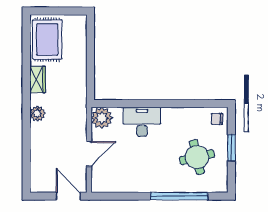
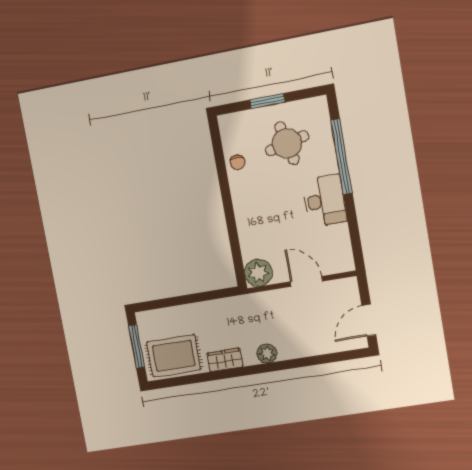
window: (59, 11) -> (137, 346), added
chair: (217, 119) -> (238, 162), moved
desk: (142, 122) -> (325, 201), moved, turned 180
door: (68, 196) -> (369, 320), moved

